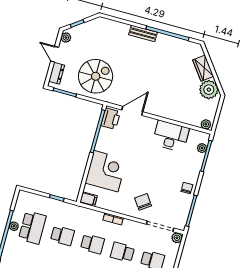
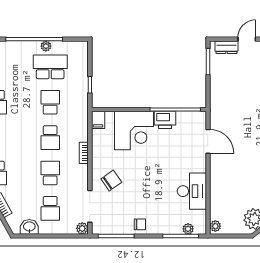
spiral stairs: (96, 76) -> (235, 91), removed
printer: (111, 119) -> (165, 120), moved
school desk: (32, 227) -> (50, 67), turned 180
school desk: (62, 236) -> (50, 102), turned 180

